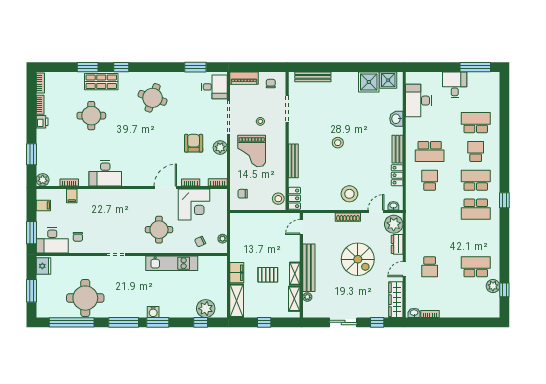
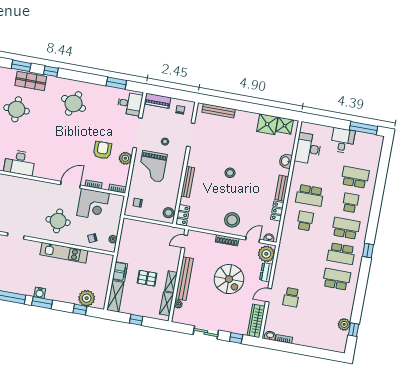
school desk: (476, 267) -> (337, 279), moved

